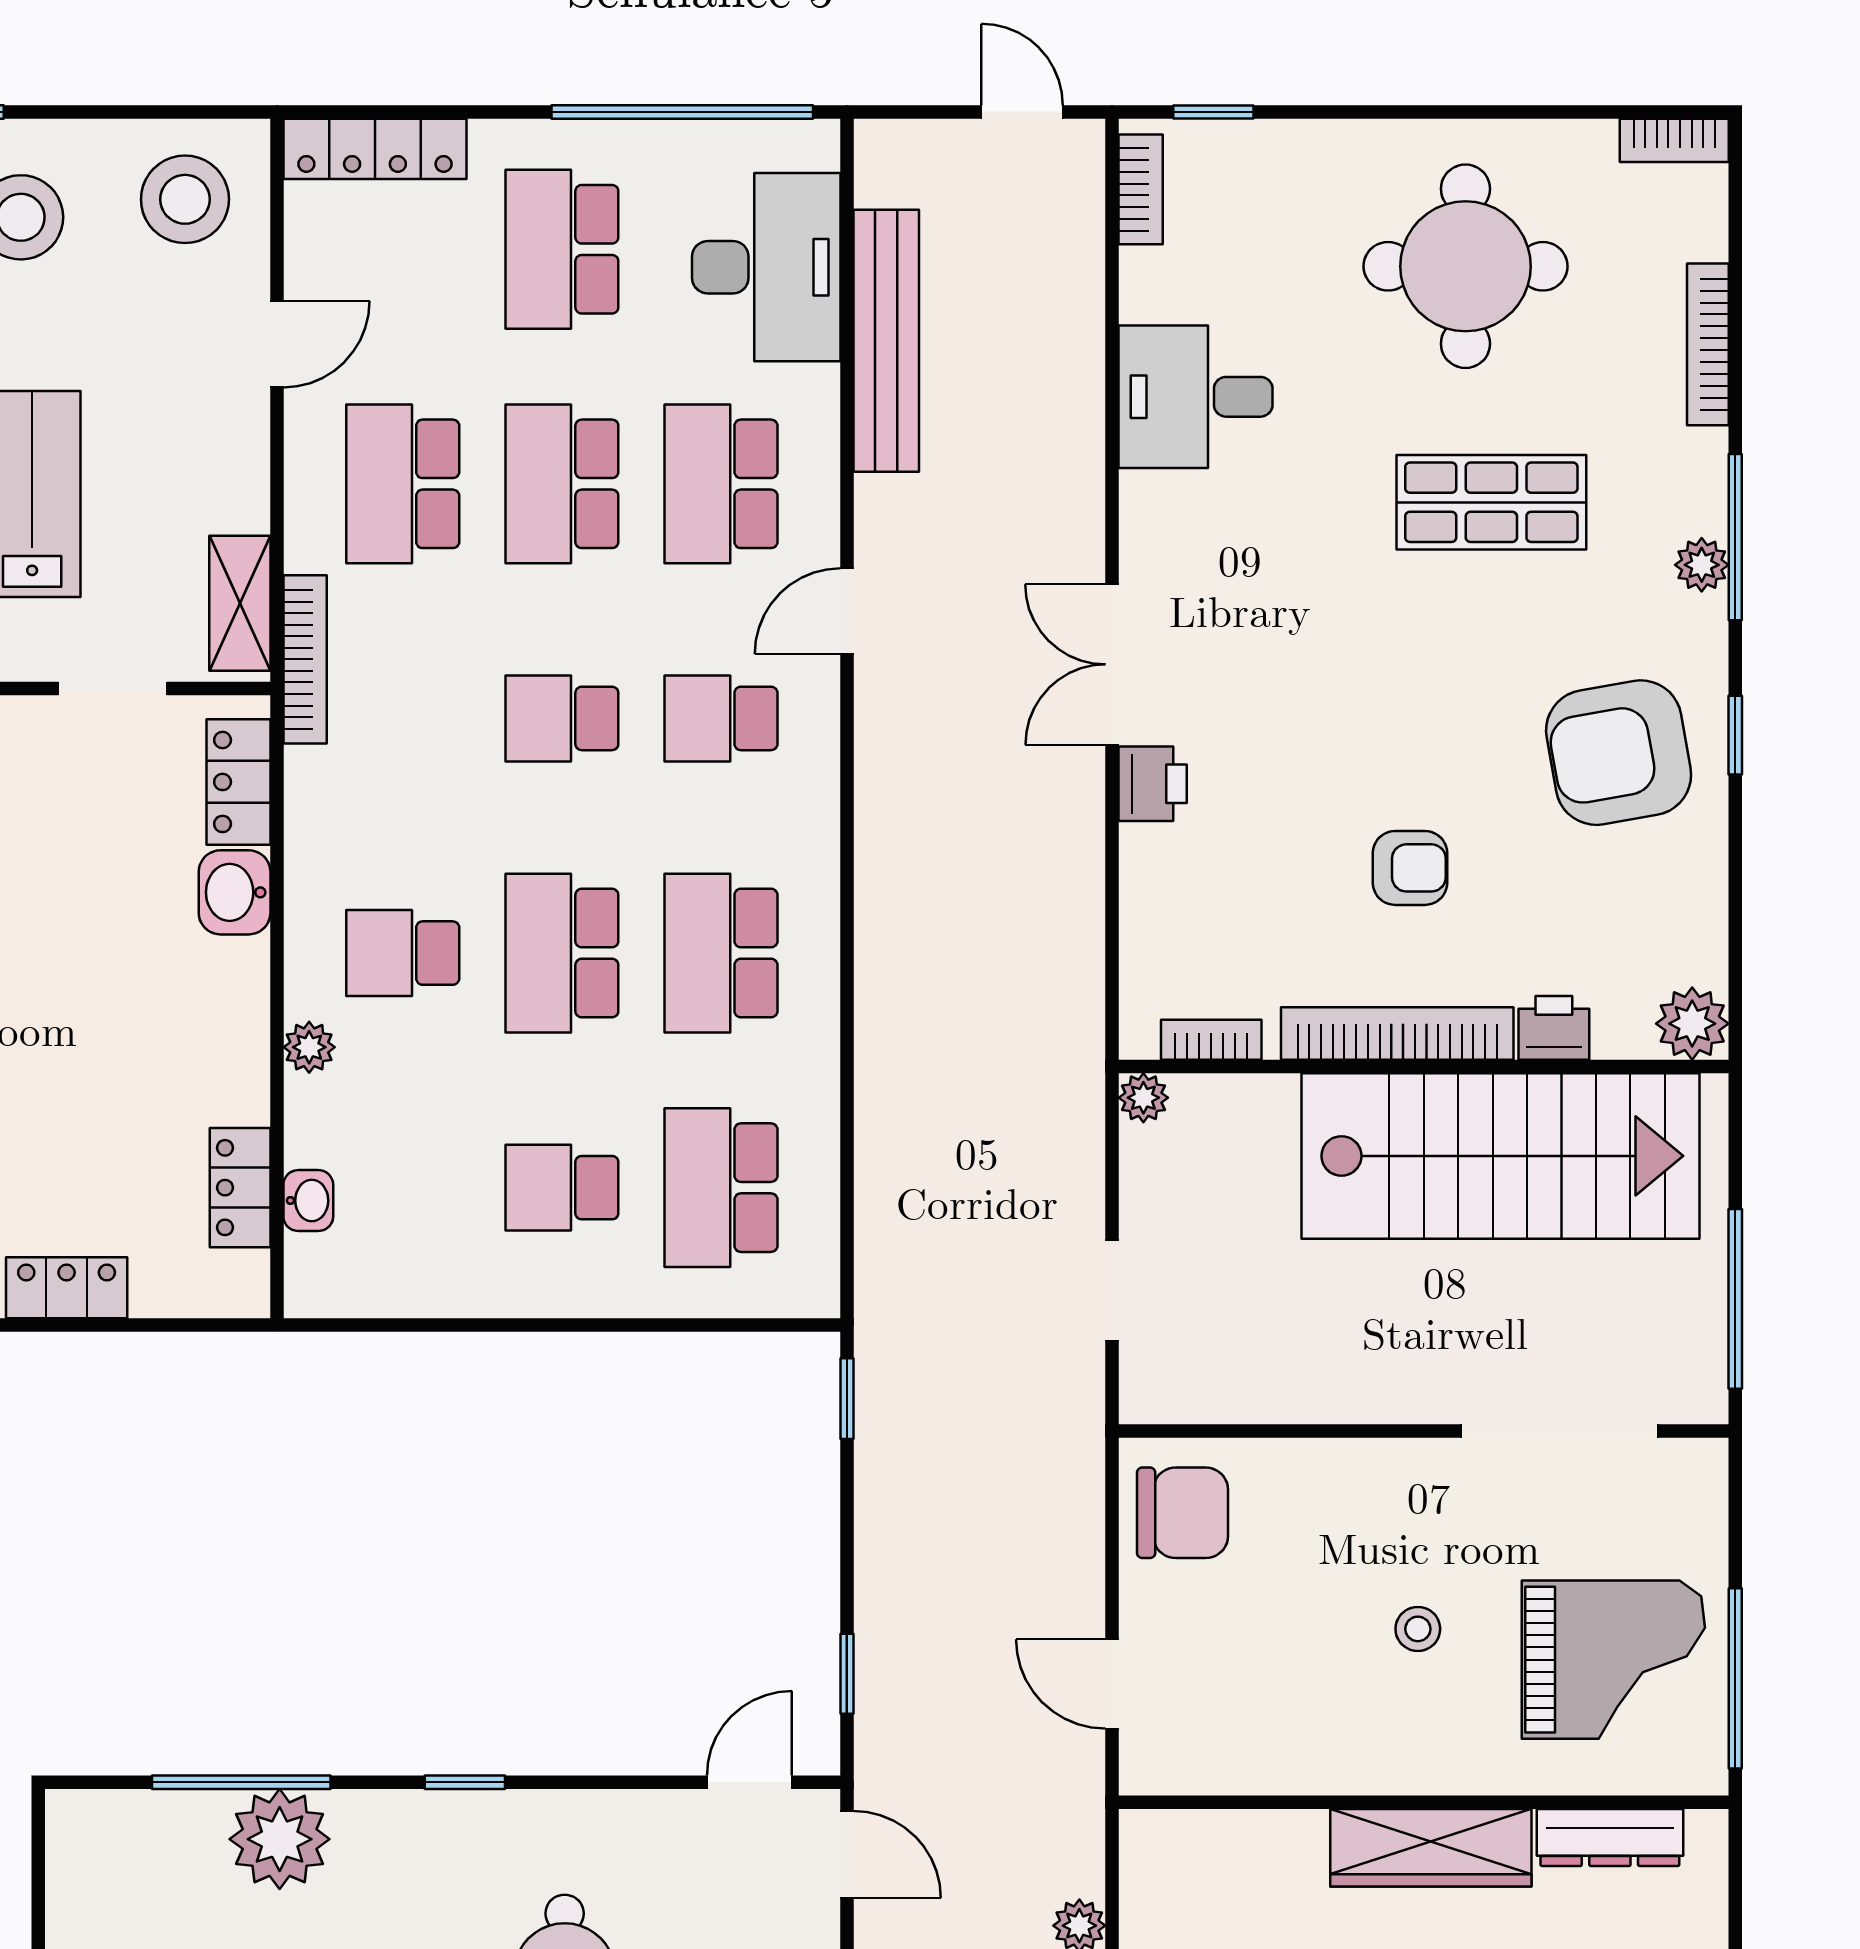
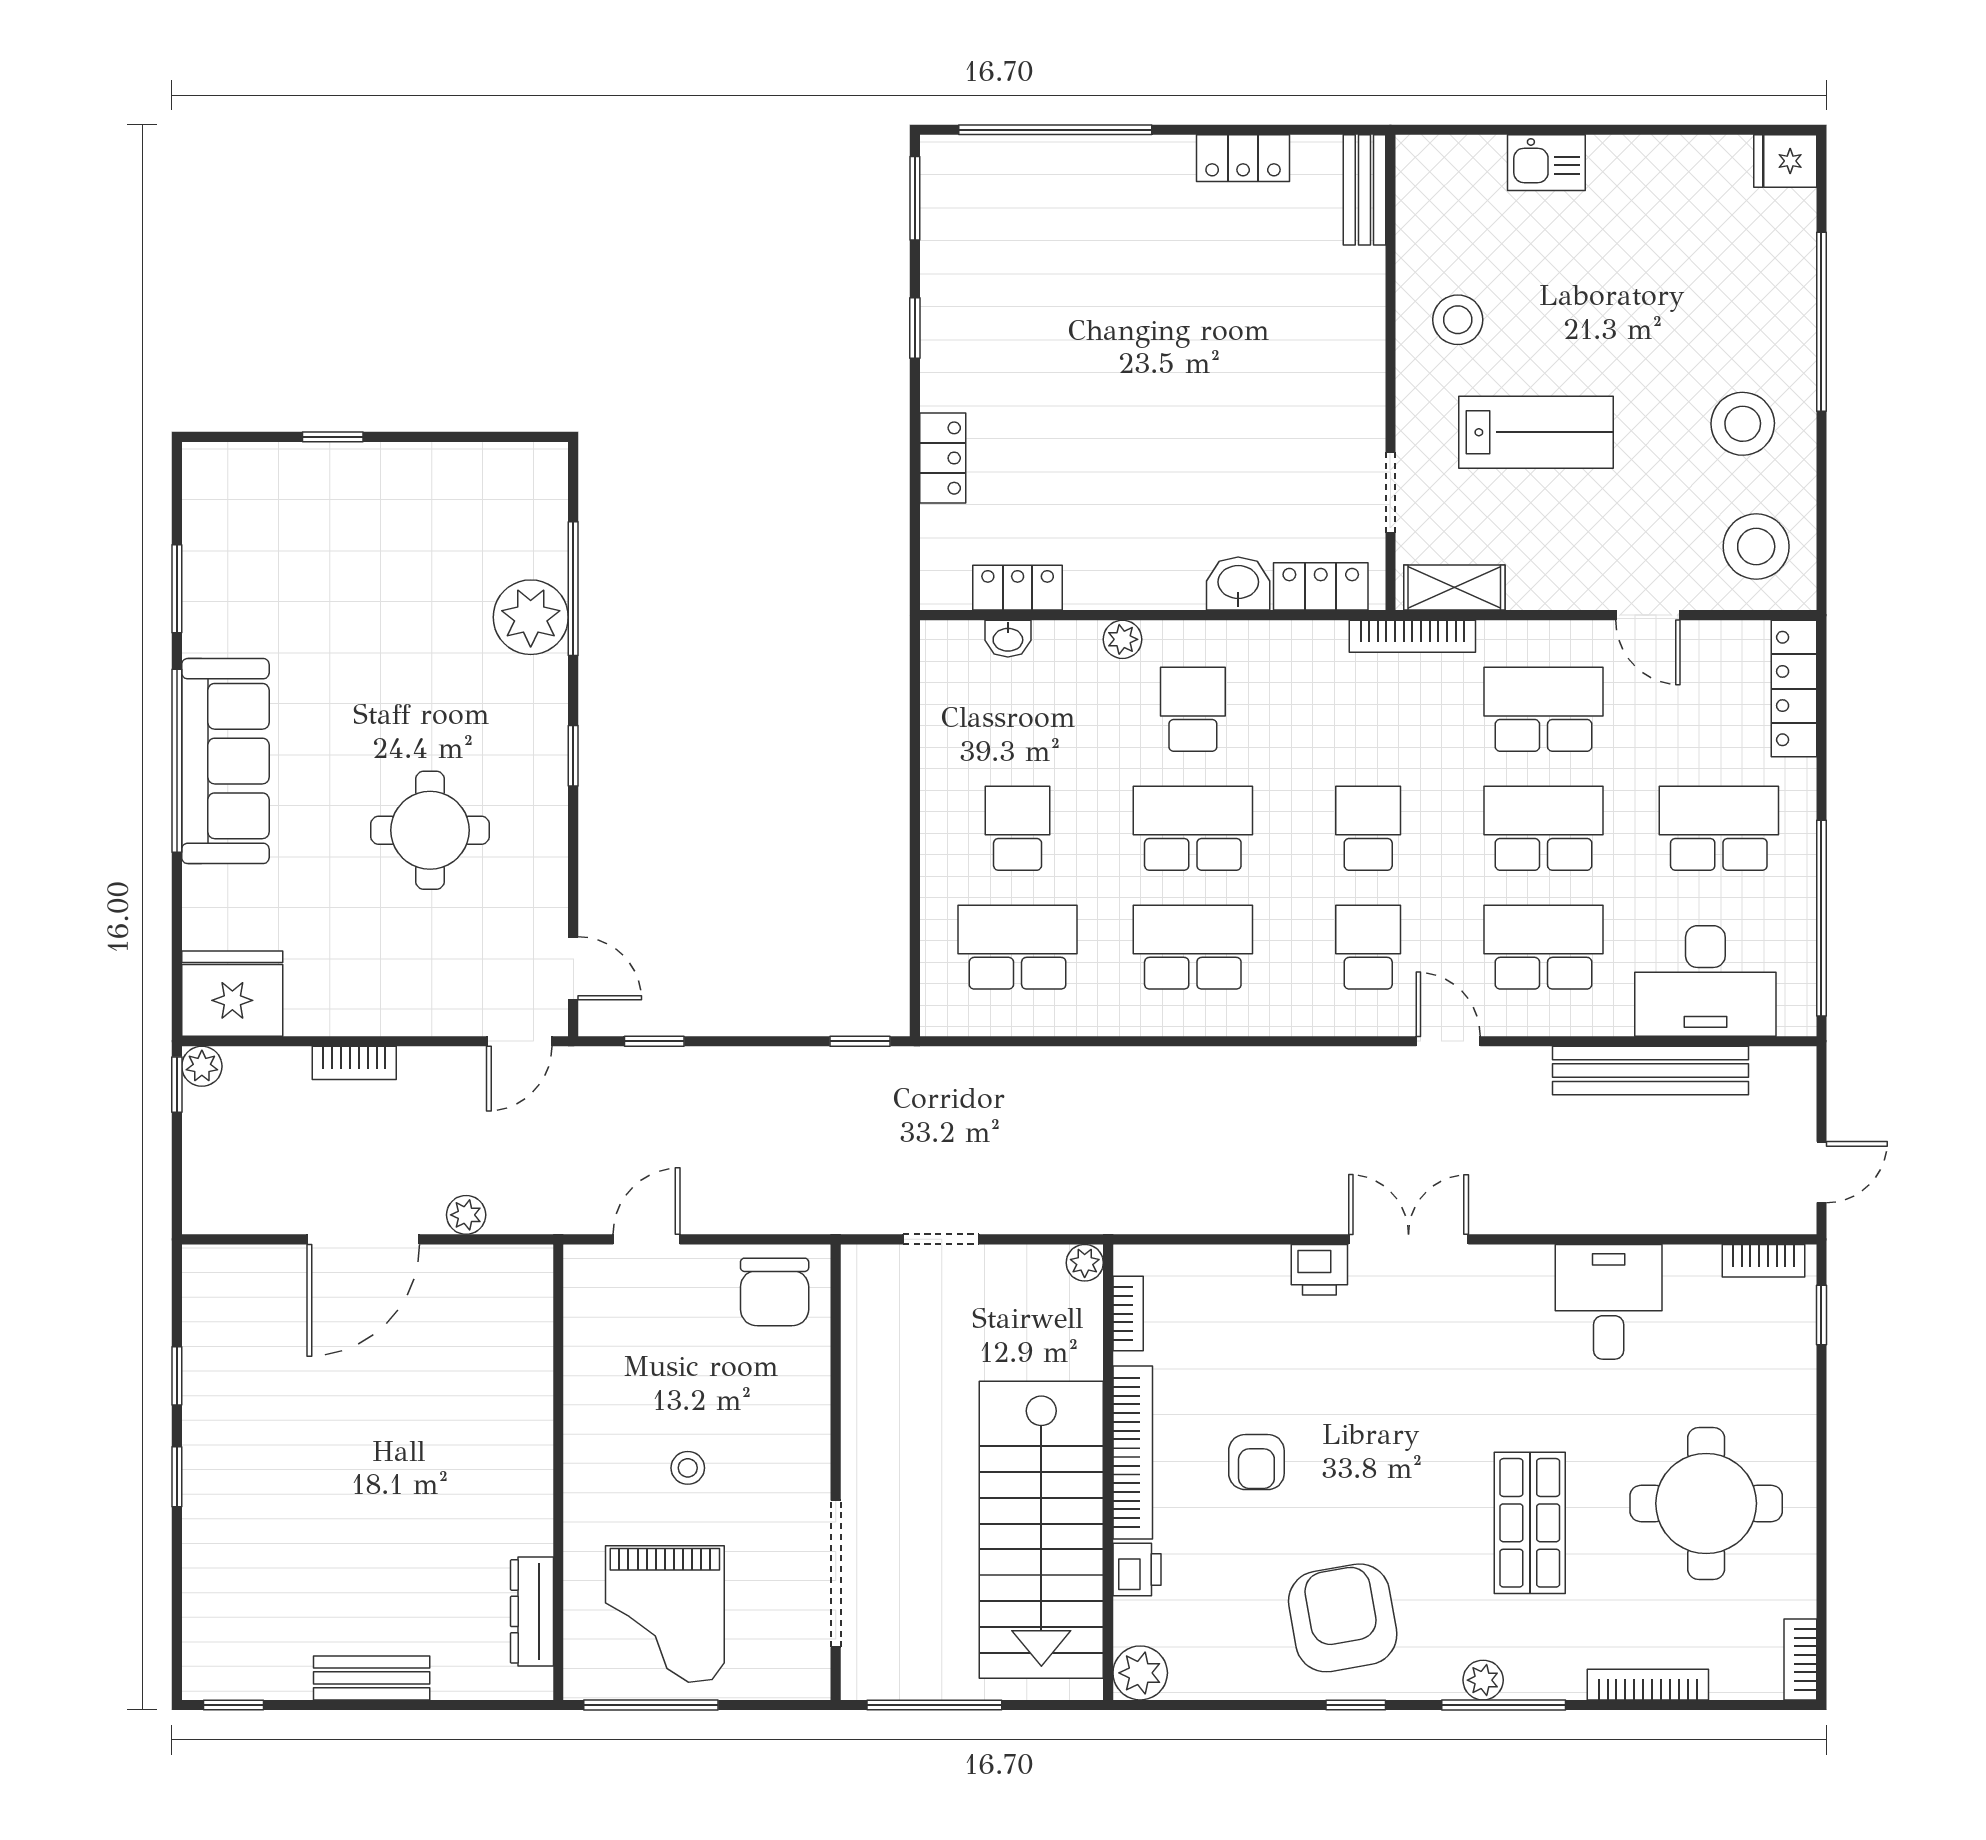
wardrobe: (1431, 1848) -> (524, 1478), removed

